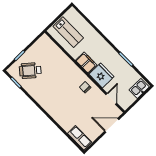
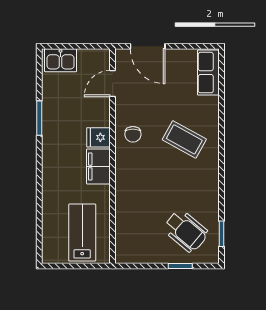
fridge: (102, 75) -> (99, 137), width x0.53, depth x0.75
coffee table: (64, 104) -> (184, 139), added

